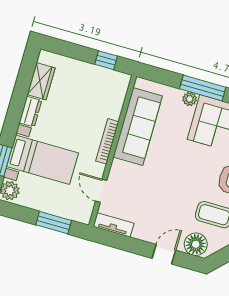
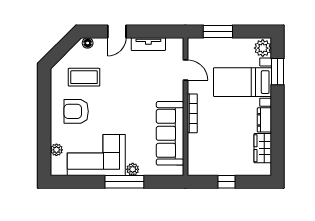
window: (106, 60) -> (226, 182), moved
tv unit: (114, 225) -> (148, 44), moved
floor lamp: (196, 244) -> (88, 43), width x0.53, depth x0.53

